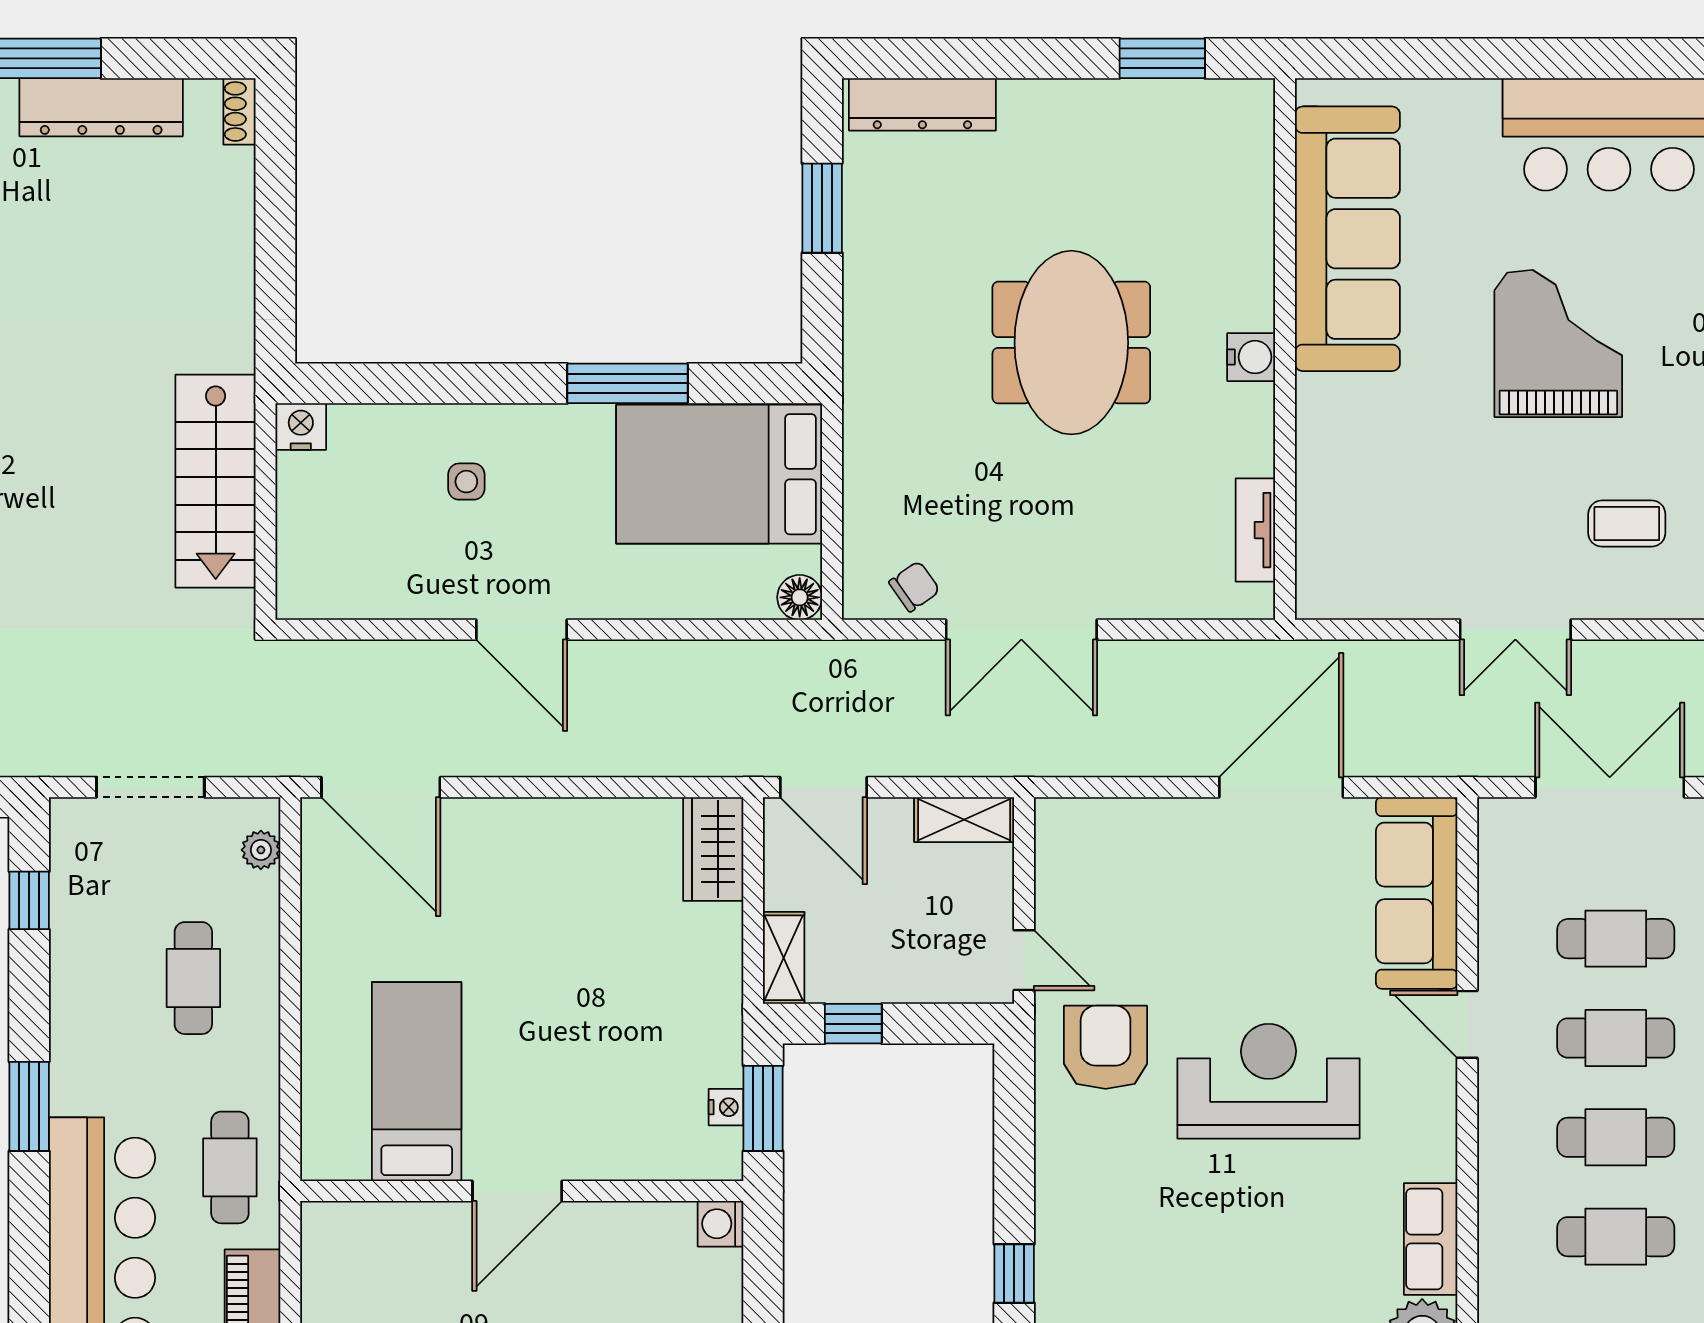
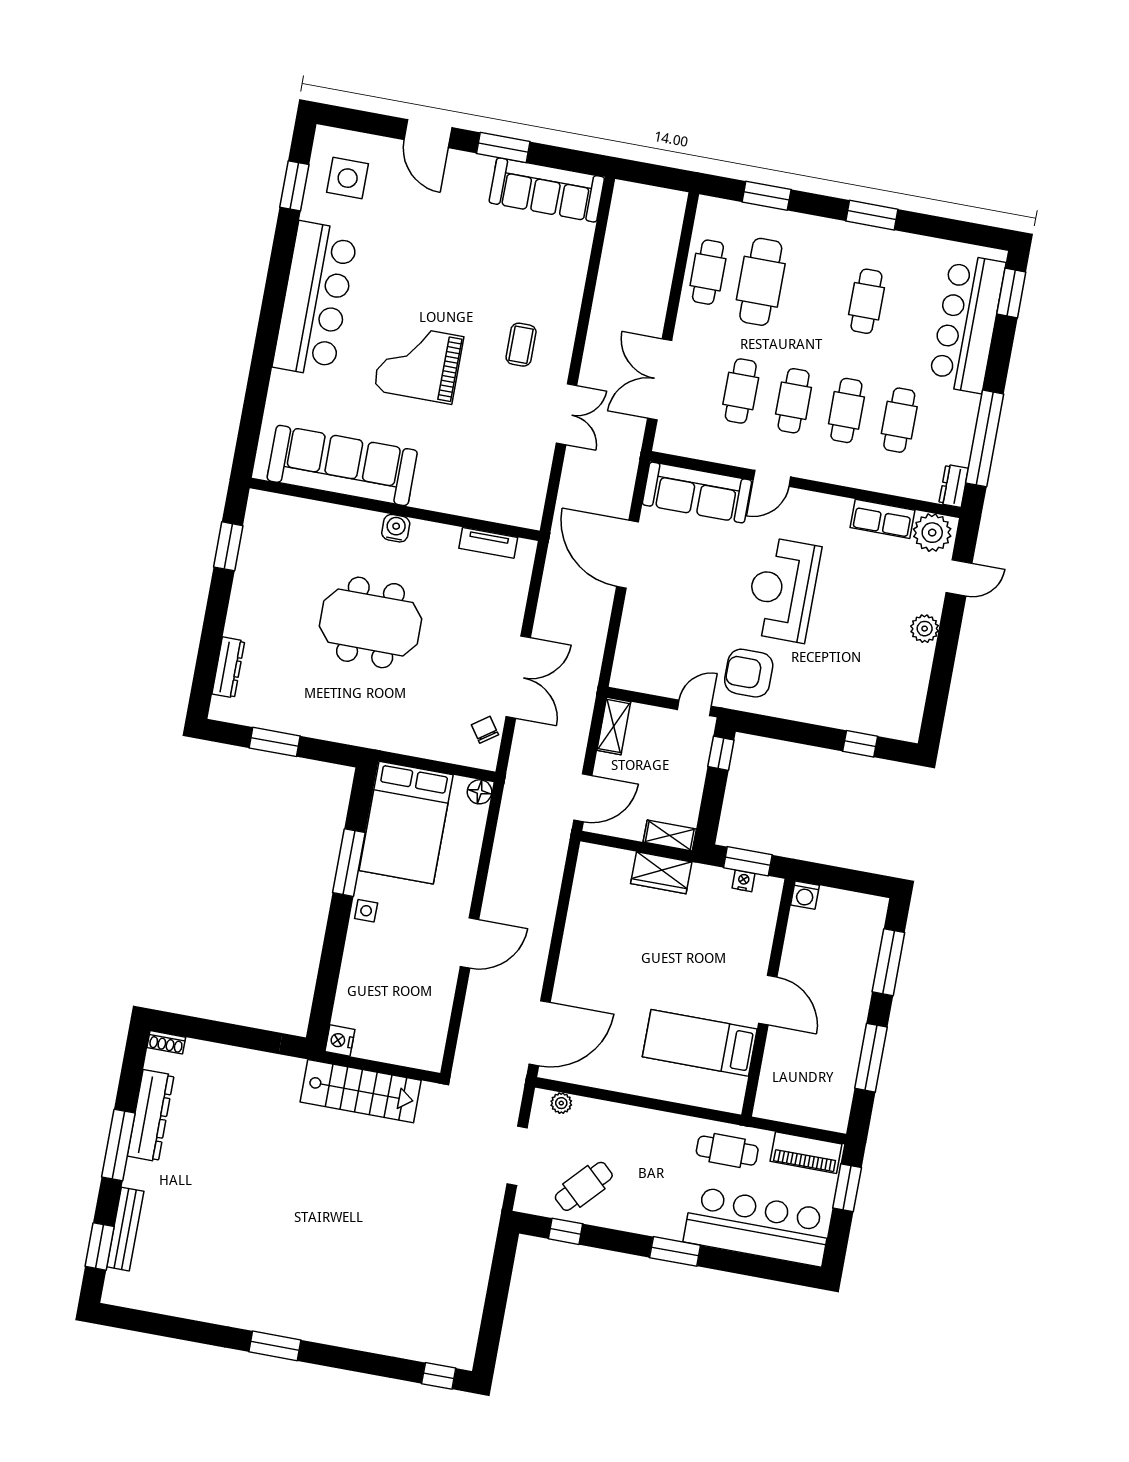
dresser: (922, 104) -> (228, 667), width x0.73, depth x0.80
side table: (466, 482) -> (366, 911), moved
wardrobe: (713, 849) -> (661, 873), moved
cafe table: (193, 978) -> (584, 1186), moved, turned -47
window: (853, 1024) -> (721, 753), moved

